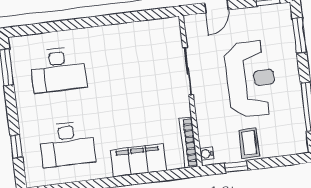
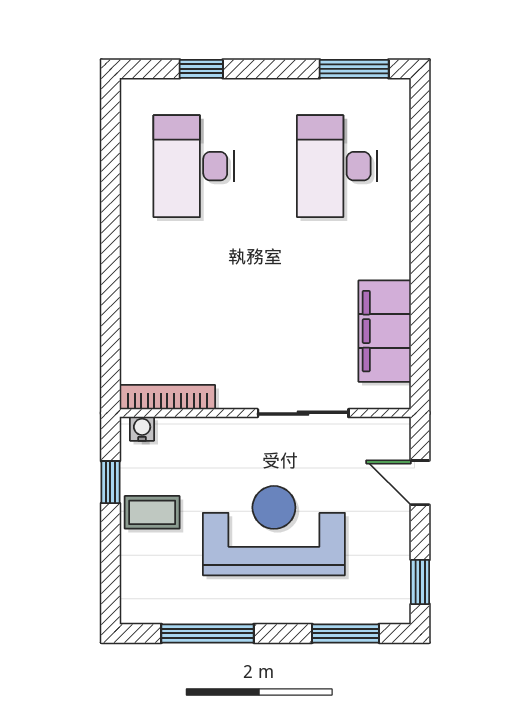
reception desk: (251, 79) -> (274, 531), turned 180
filing cabinet: (138, 160) -> (385, 331), moved, turned 180

